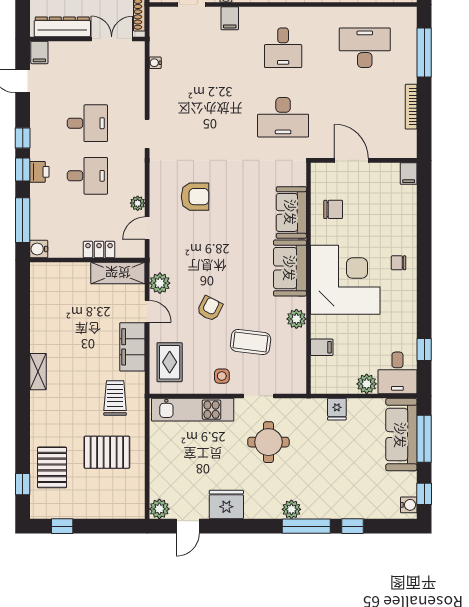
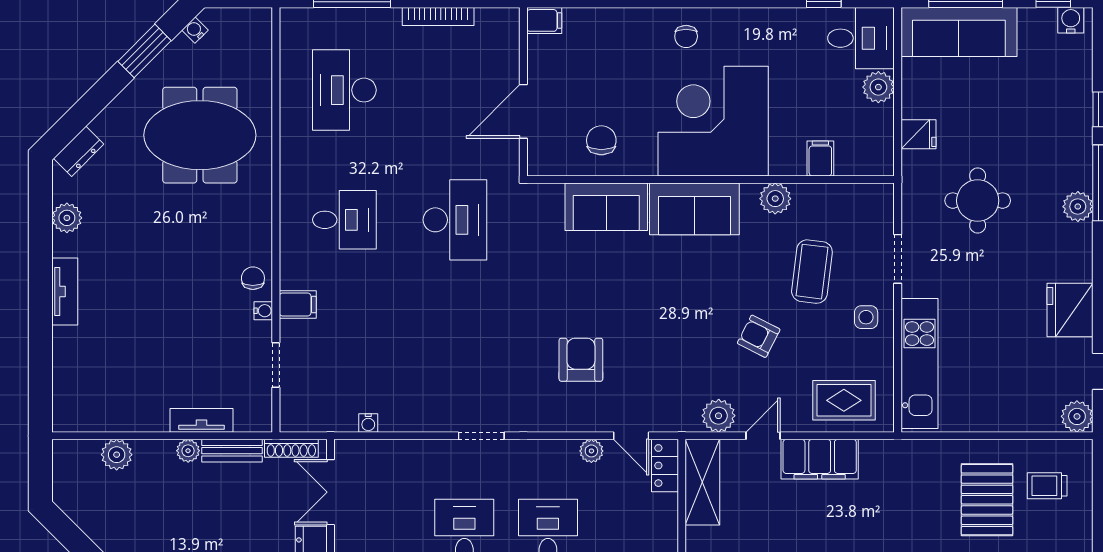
locker: (99, 249) -> (665, 466), moved
trolley: (115, 398) -> (1047, 486), moved, width x0.73, depth x0.72
round table: (268, 442) -> (978, 201), moved

